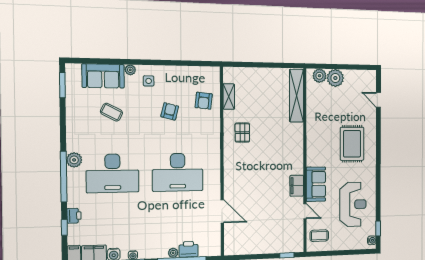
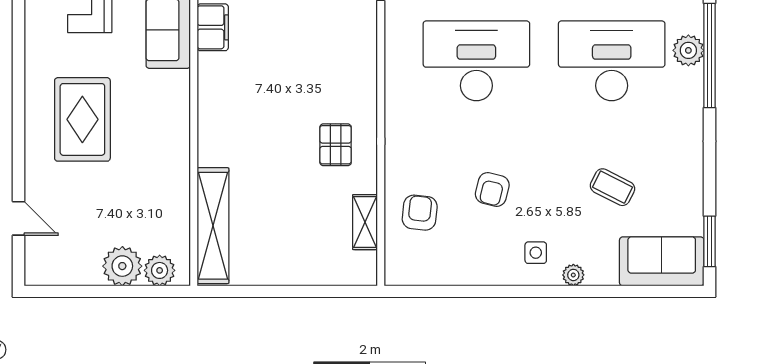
sofa: (103, 76) -> (662, 261), moved
plant: (74, 160) -> (688, 50), moved

